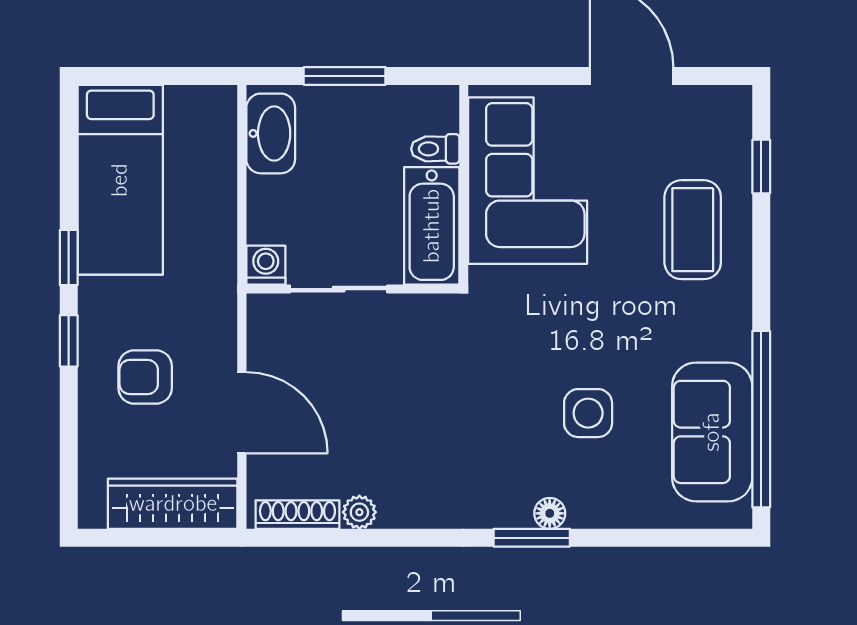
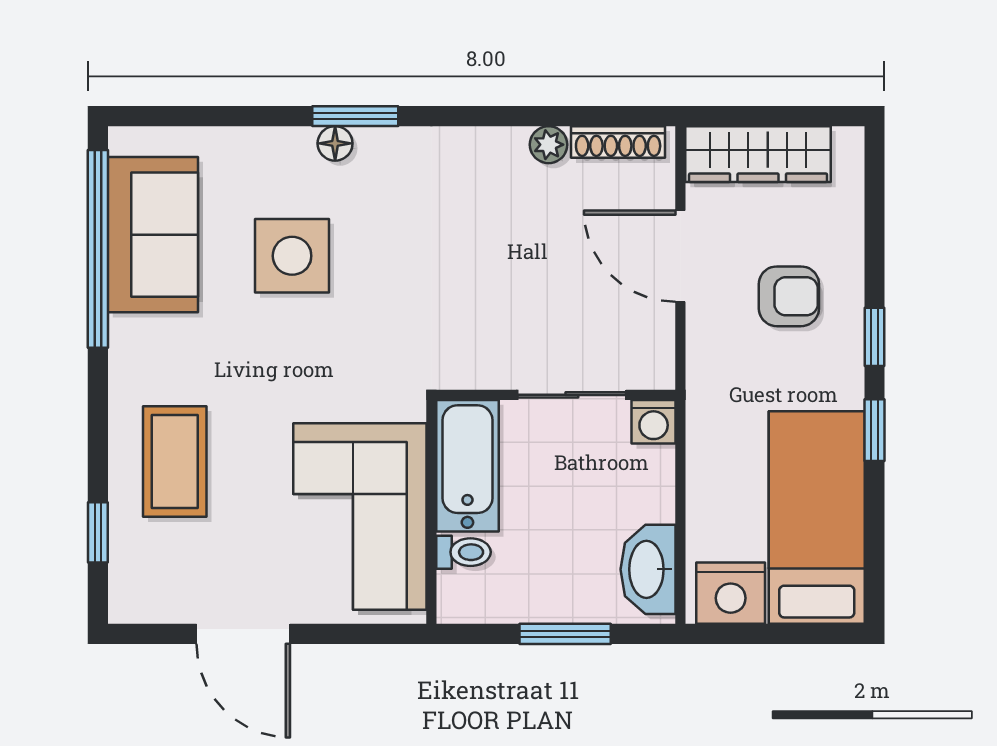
nightstand: (197, 112) -> (731, 593), added
side table: (588, 413) -> (292, 256), width x1.37, depth x1.37

